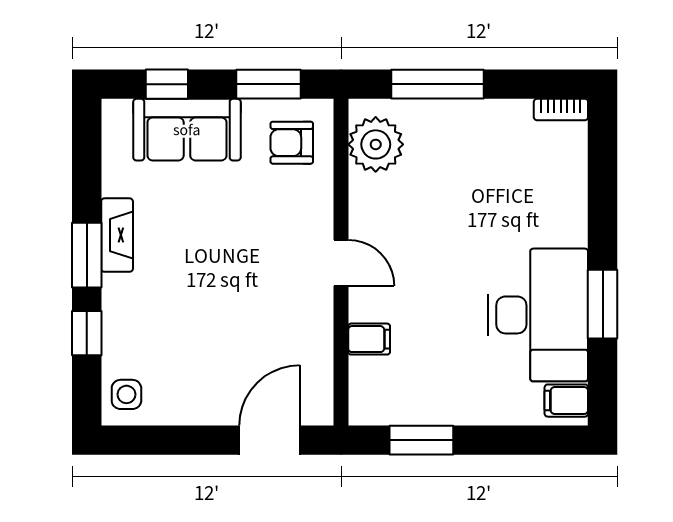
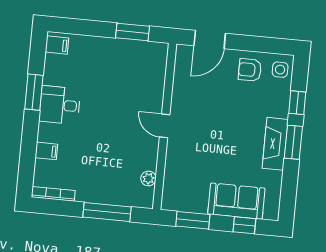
bookcase: (561, 109) -> (53, 194), width x1.56
armchair: (292, 143) -> (250, 70), moved, turned 180
plant: (376, 144) -> (148, 178), width x0.53, depth x0.53
fireplace: (117, 235) -> (275, 144), width x1.37, depth x1.32
desk: (538, 315) -> (60, 105), width x0.53, depth x0.77
filing cabinet: (369, 339) -> (46, 151), moved, turned 180

